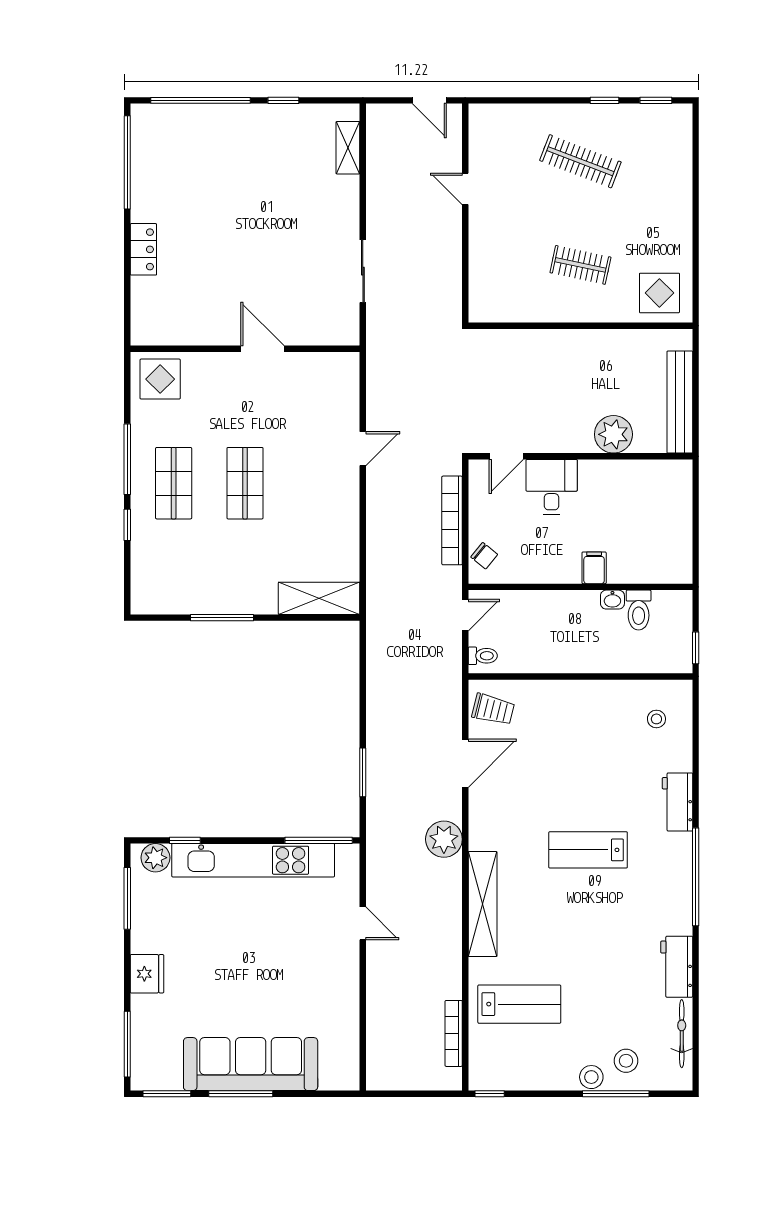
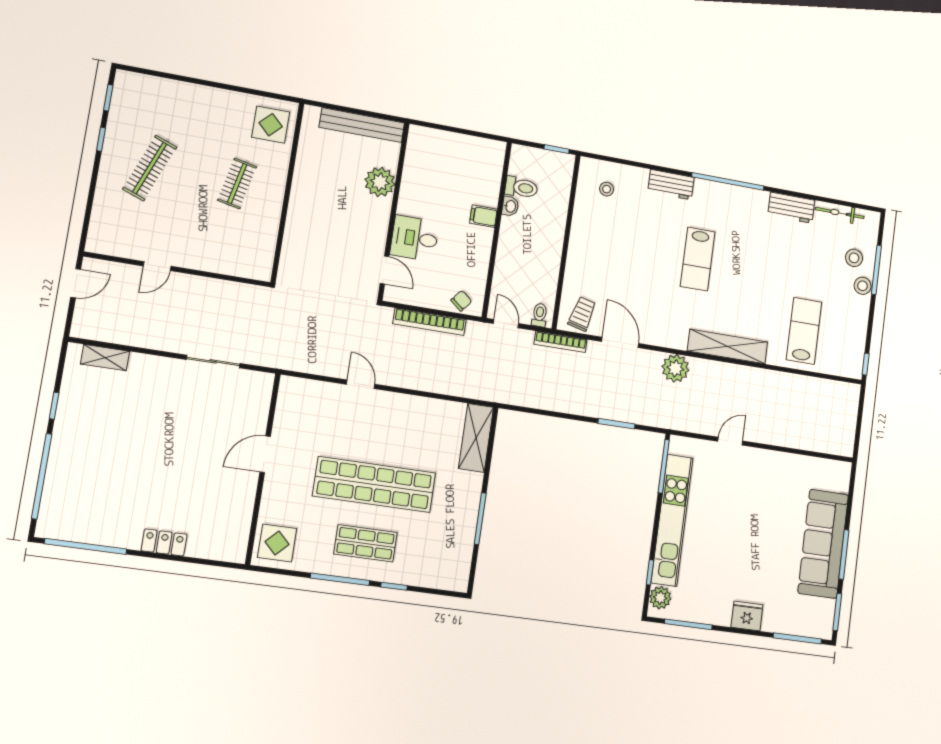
shop shelf: (245, 483) -> (374, 484), width x2.00, depth x1.36
bookcase: (454, 1033) -> (561, 342), moved

